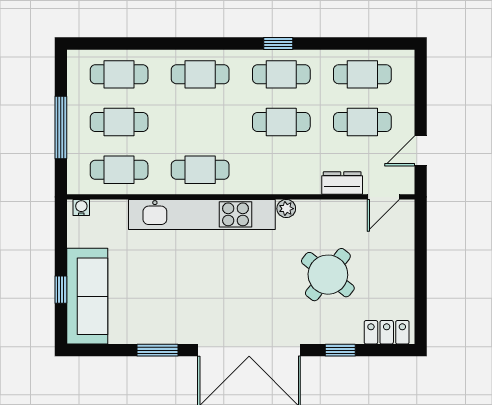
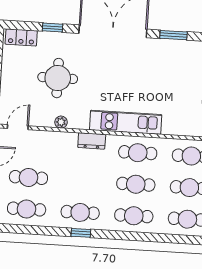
cafe table: (281, 122) -> (136, 184), moved
dresser: (342, 183) -> (92, 141), moved
plant: (286, 209) -> (61, 122), moved
kitchen unit: (202, 214) -> (126, 122), width x0.73
round table: (328, 275) -> (58, 78), turned -38

